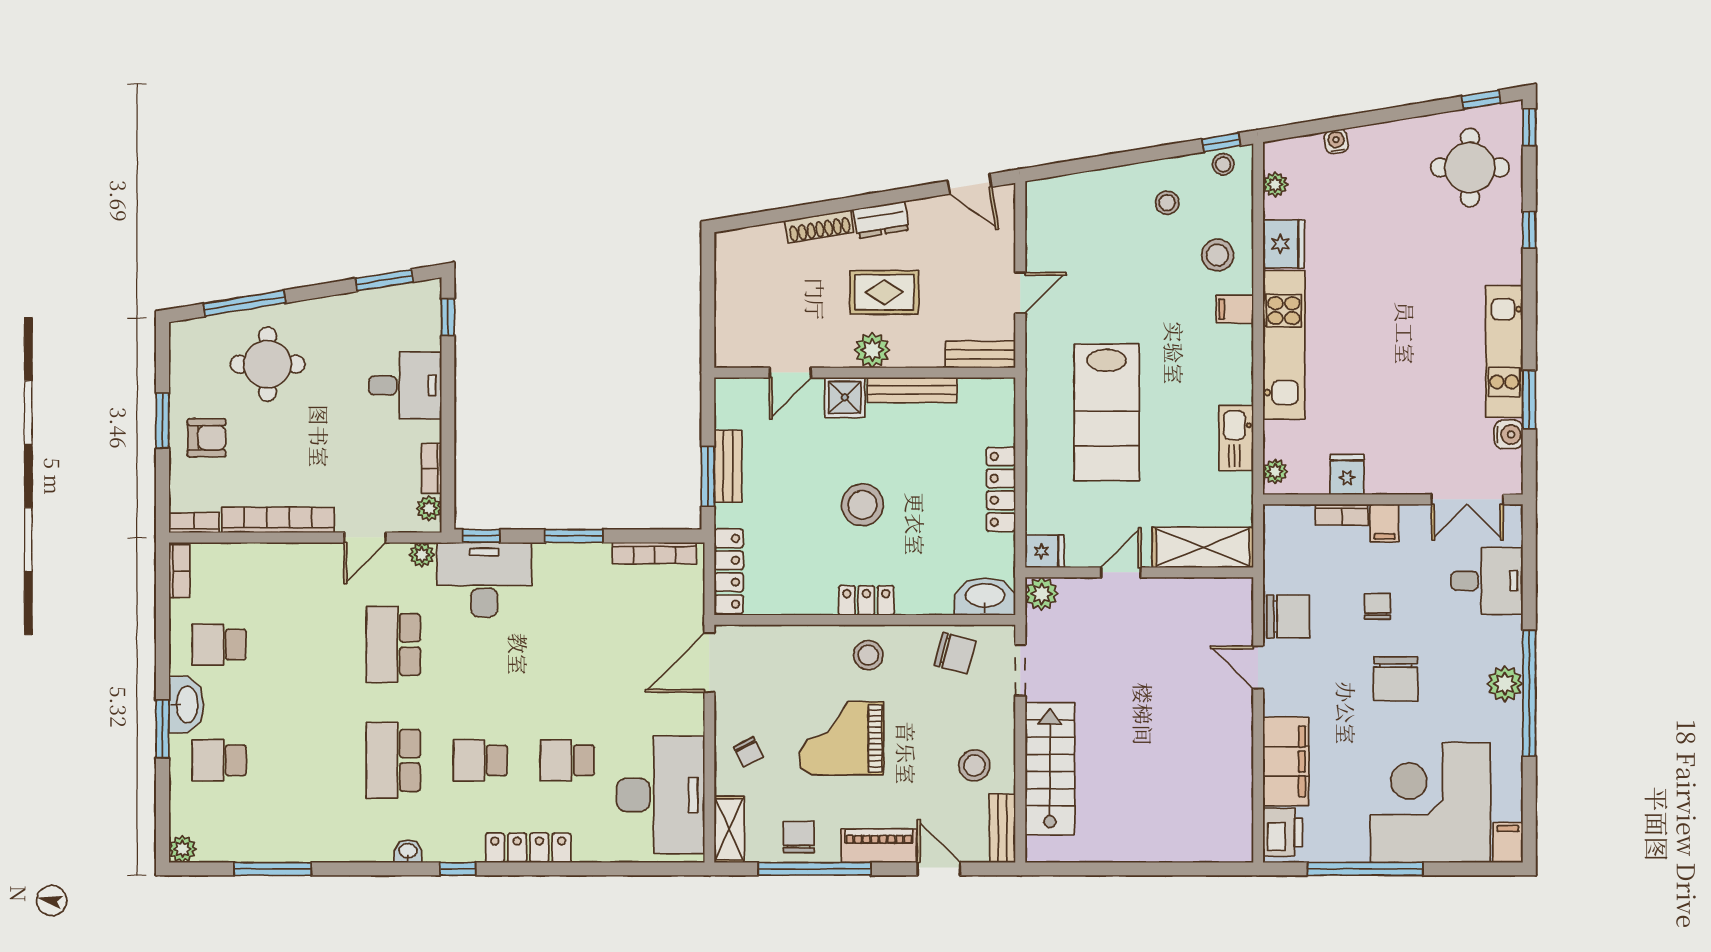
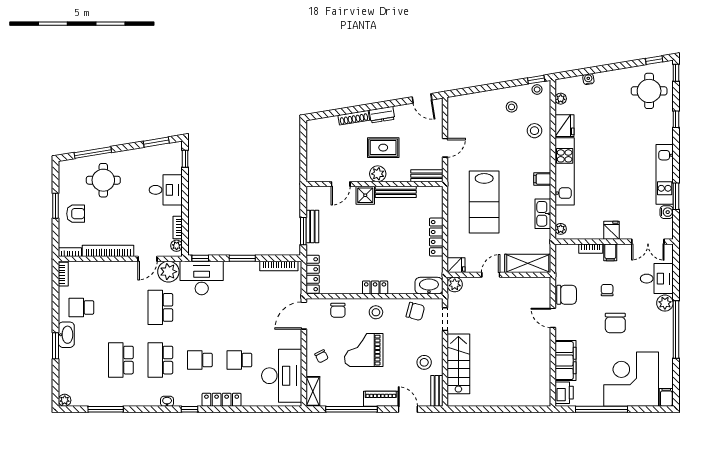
filing cabinet: (1235, 309) -> (542, 179), moved
fridge: (1347, 475) -> (611, 230), moved
stool: (862, 505) -> (373, 244), removed
plant: (422, 555) -> (168, 272), width x1.88, depth x1.88
plant: (1505, 684) -> (665, 303), moved
school desk: (219, 760) -> (121, 360), moved, width x1.85
chair: (799, 837) -> (338, 310), moved, turned 180

